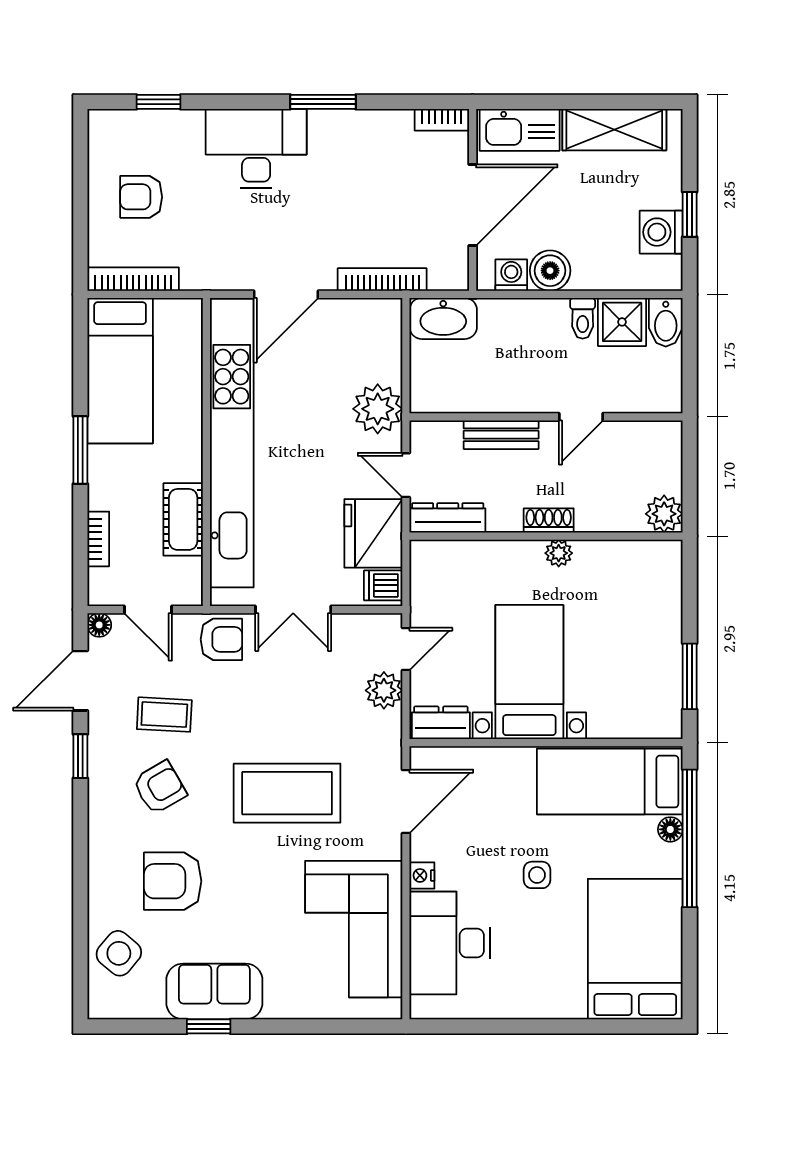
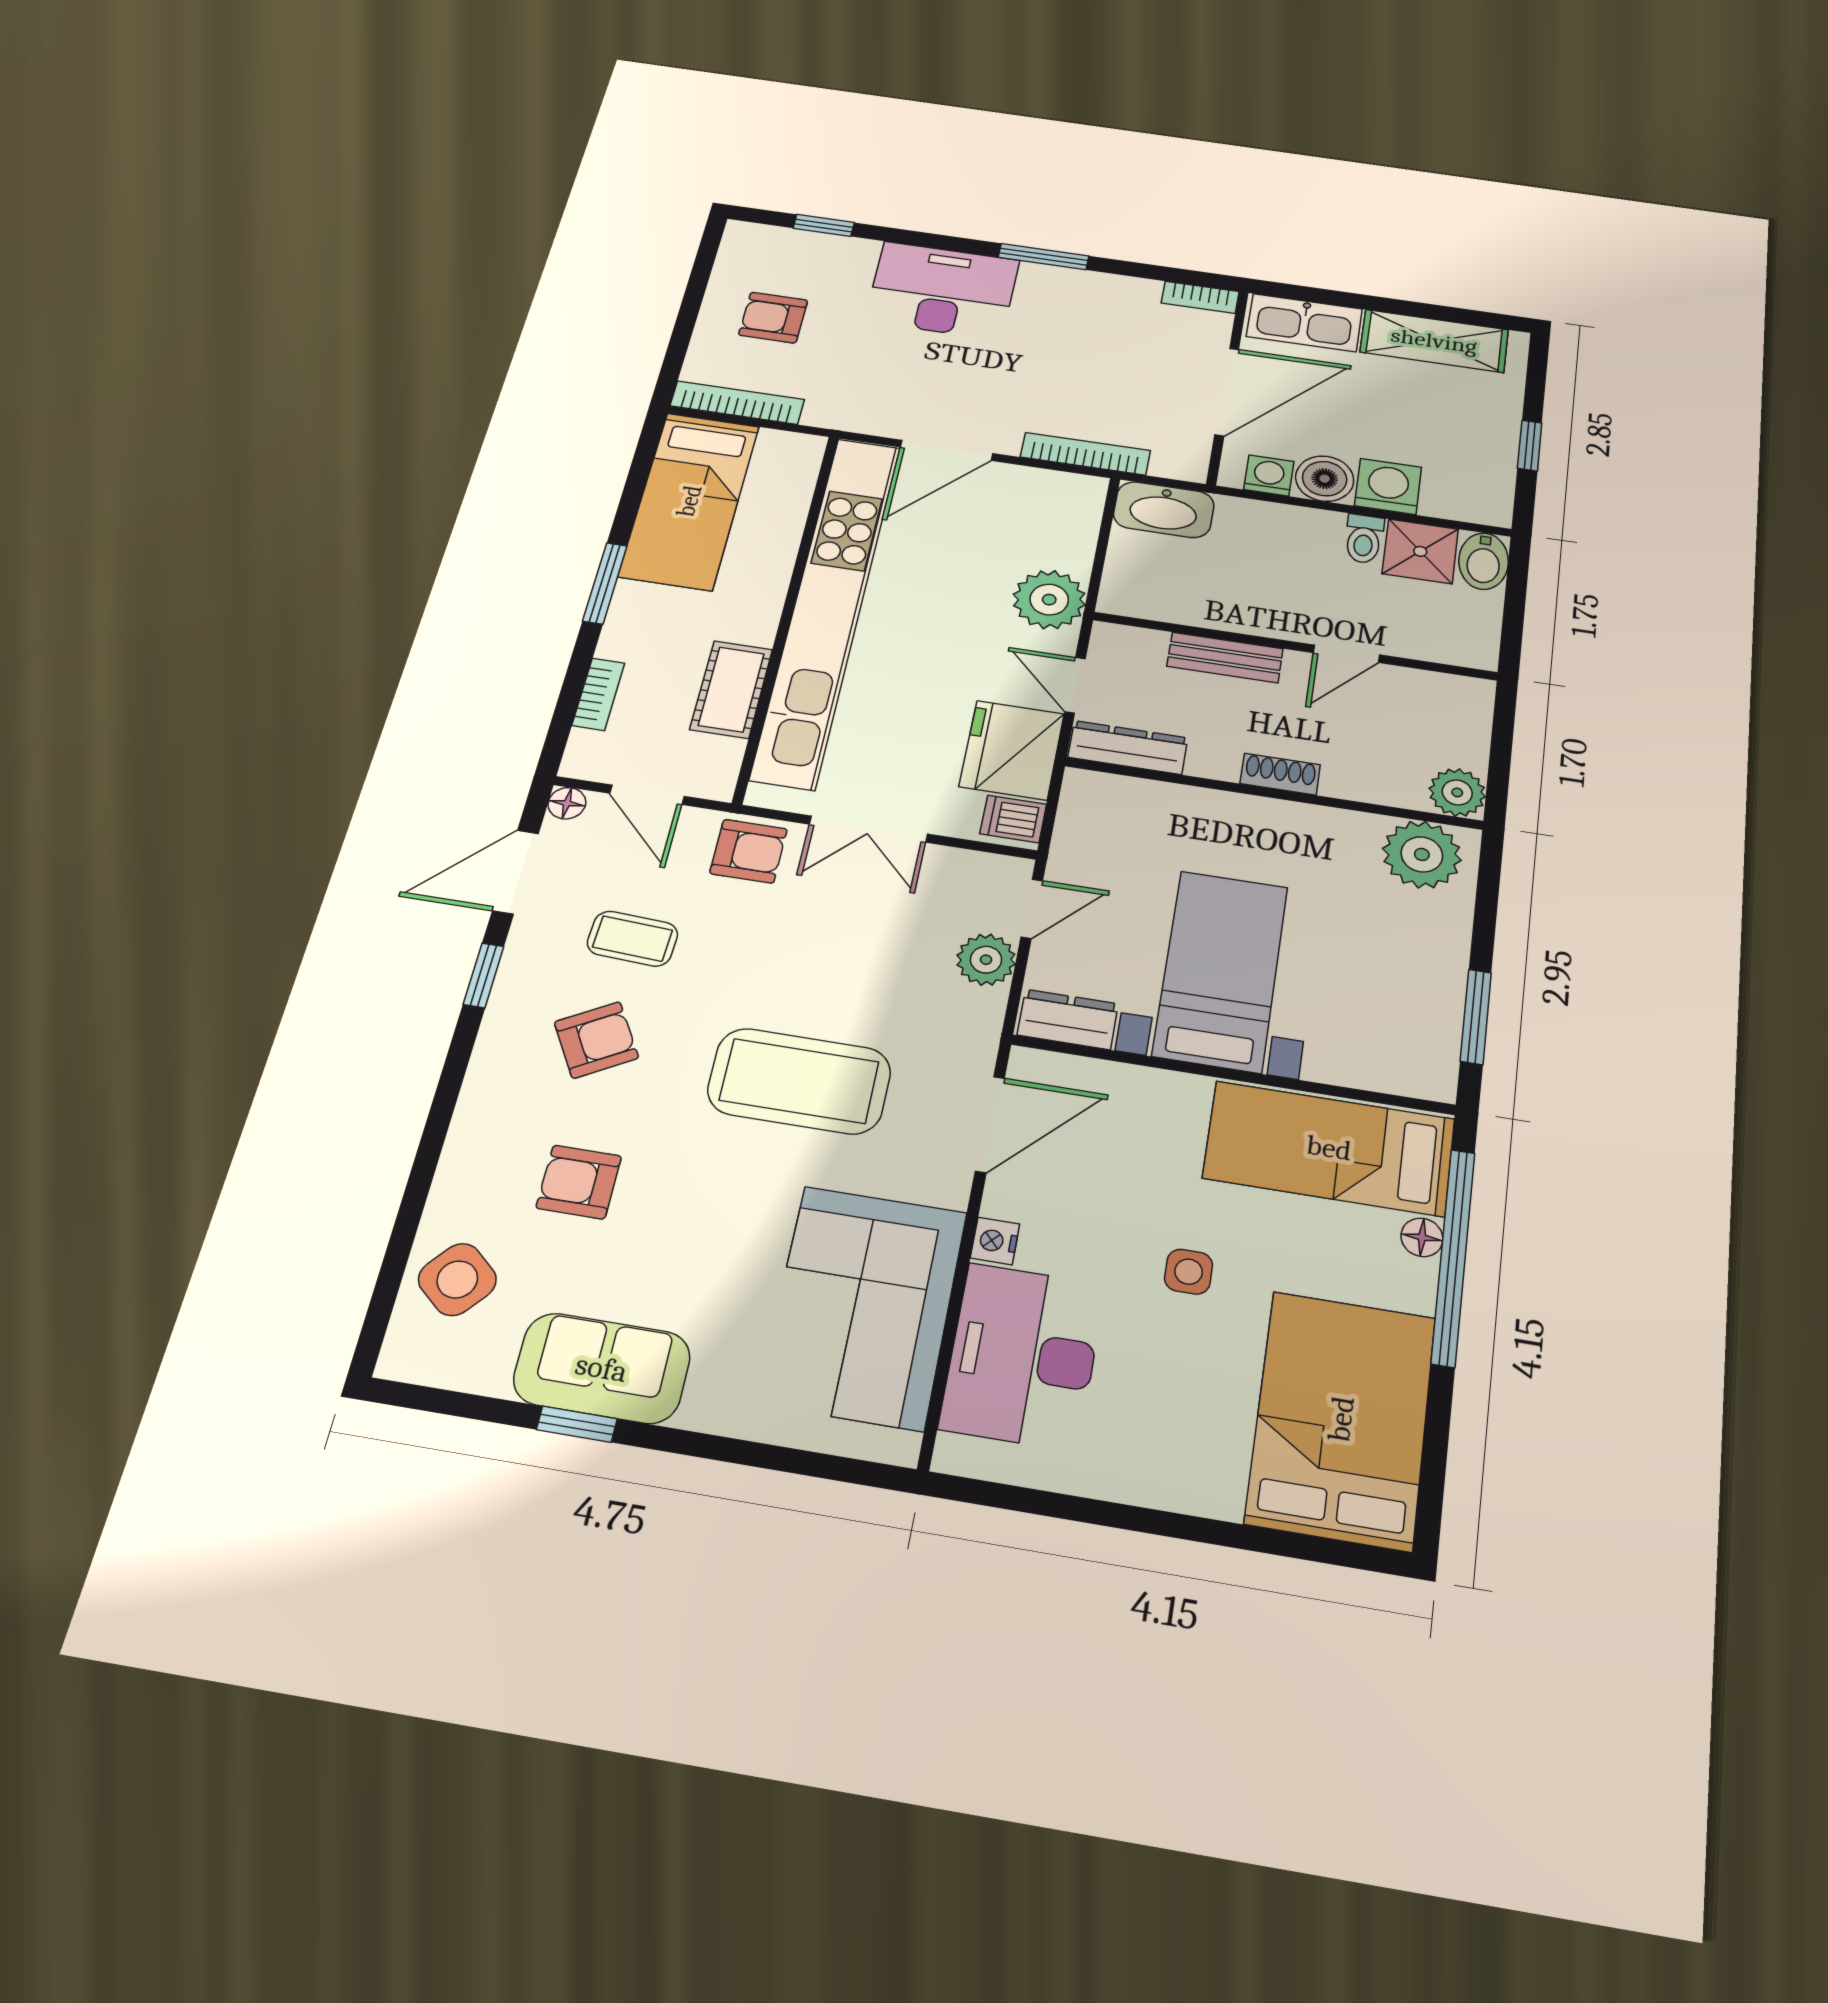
washing machine: (661, 232) -> (1388, 486), moved, turned 90
plant: (559, 553) -> (1422, 854), moved, width x1.88, depth x1.88
armchair: (173, 881) -> (579, 1182), width x0.72, depth x0.72

